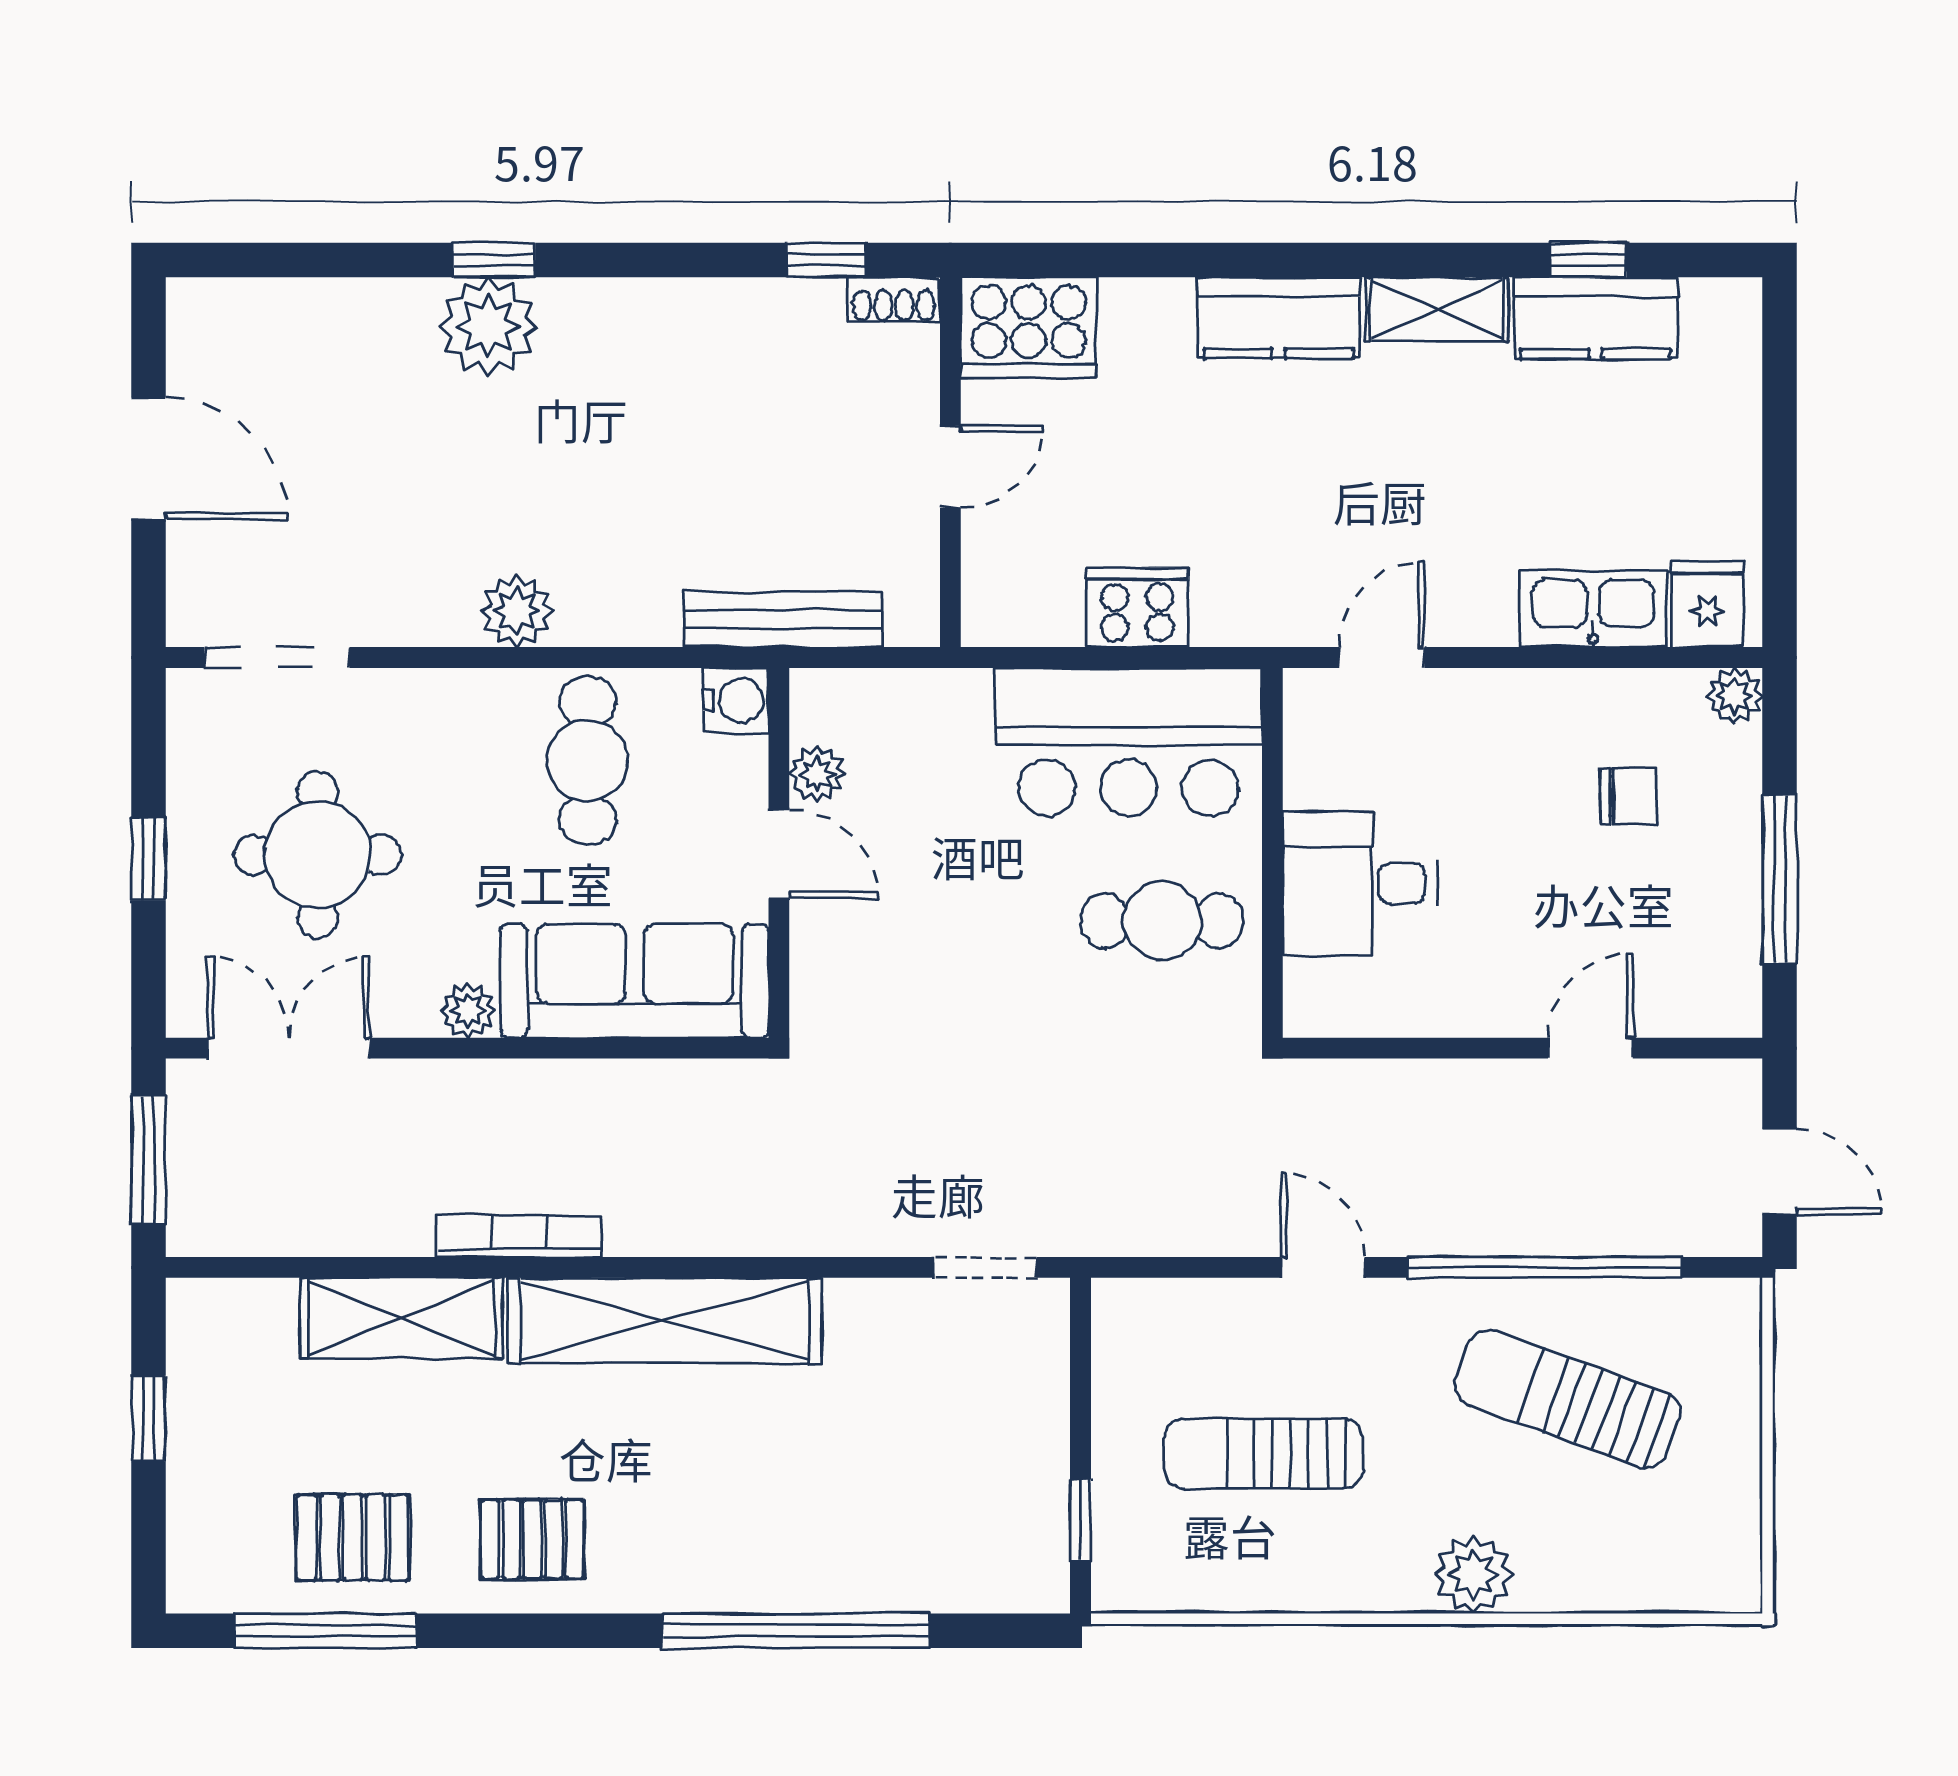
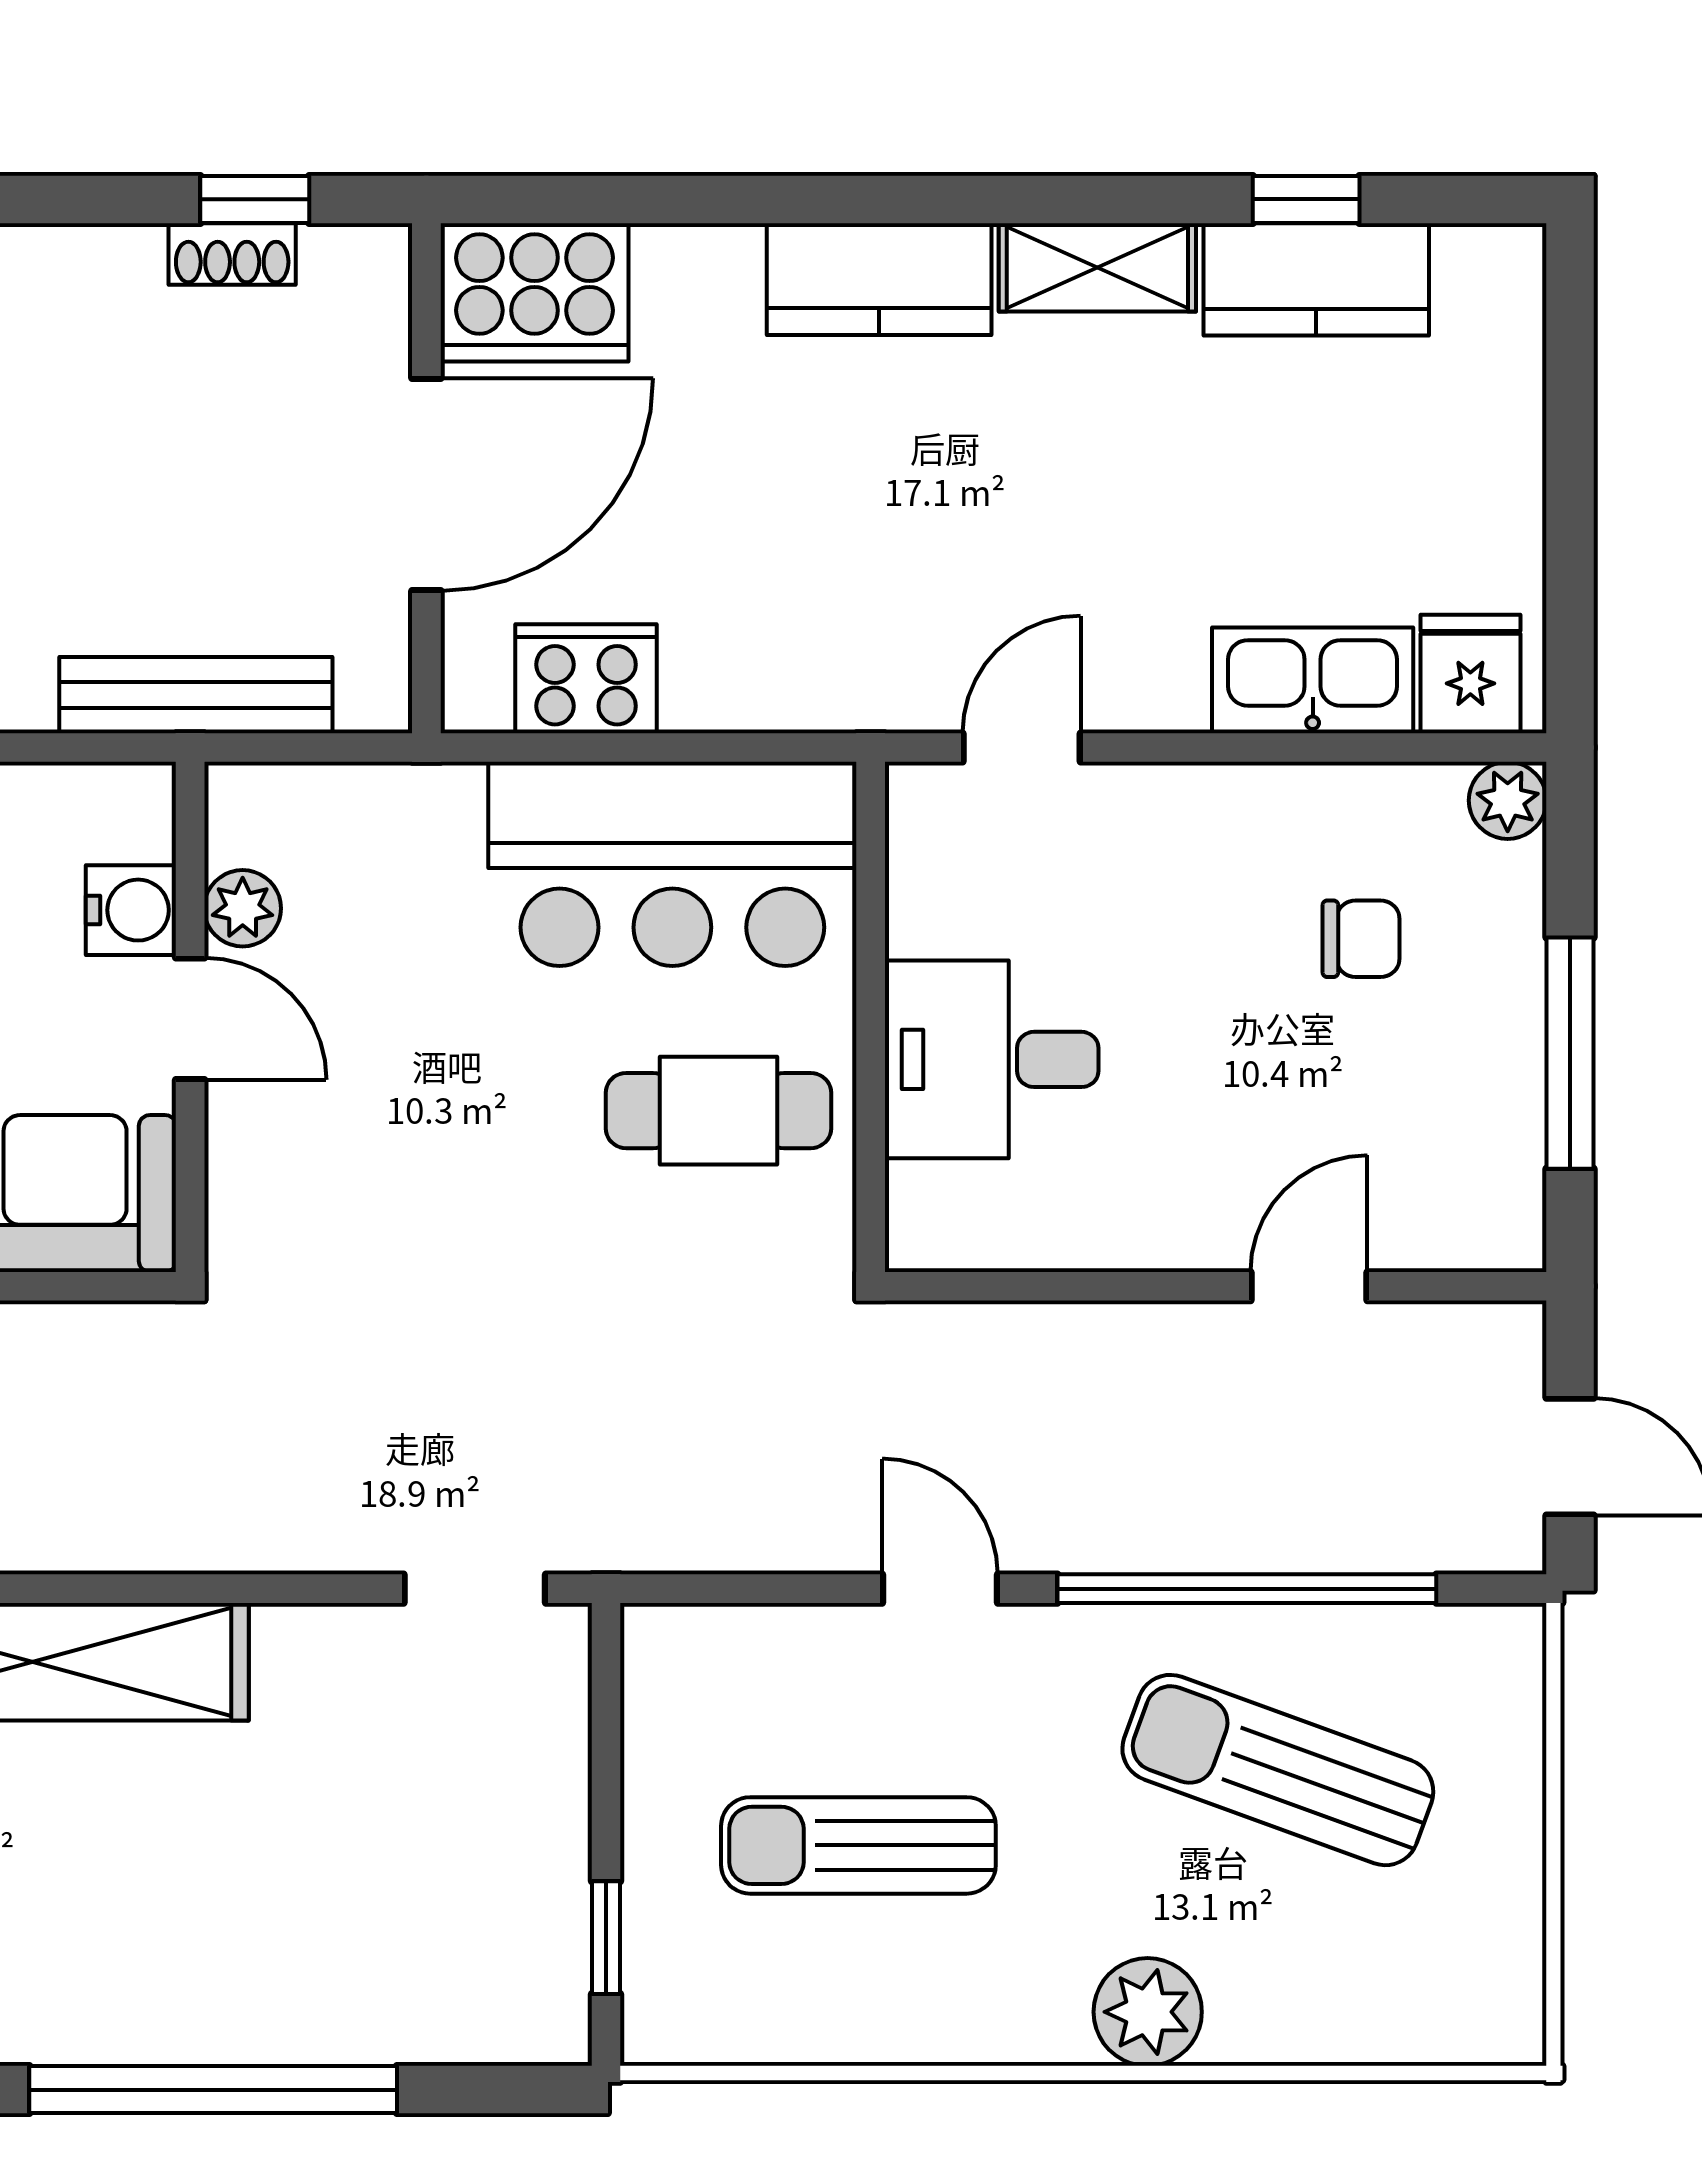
shoe rack: (894, 299) -> (232, 254), moved
door: (950, 467) -> (426, 485), width x1.87
cooker: (1137, 608) -> (586, 679), moved
water cooler: (736, 700) -> (131, 910), moved

